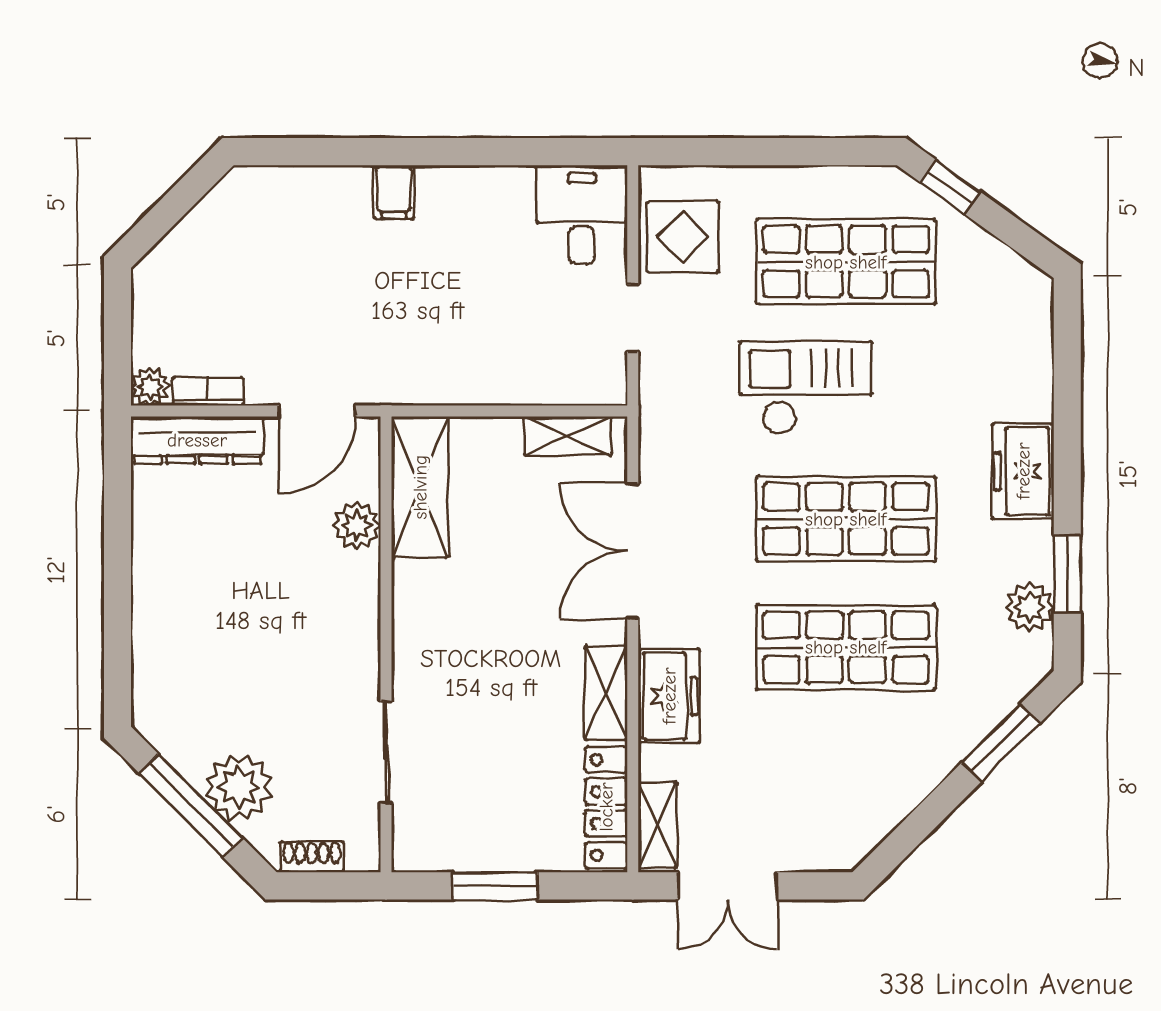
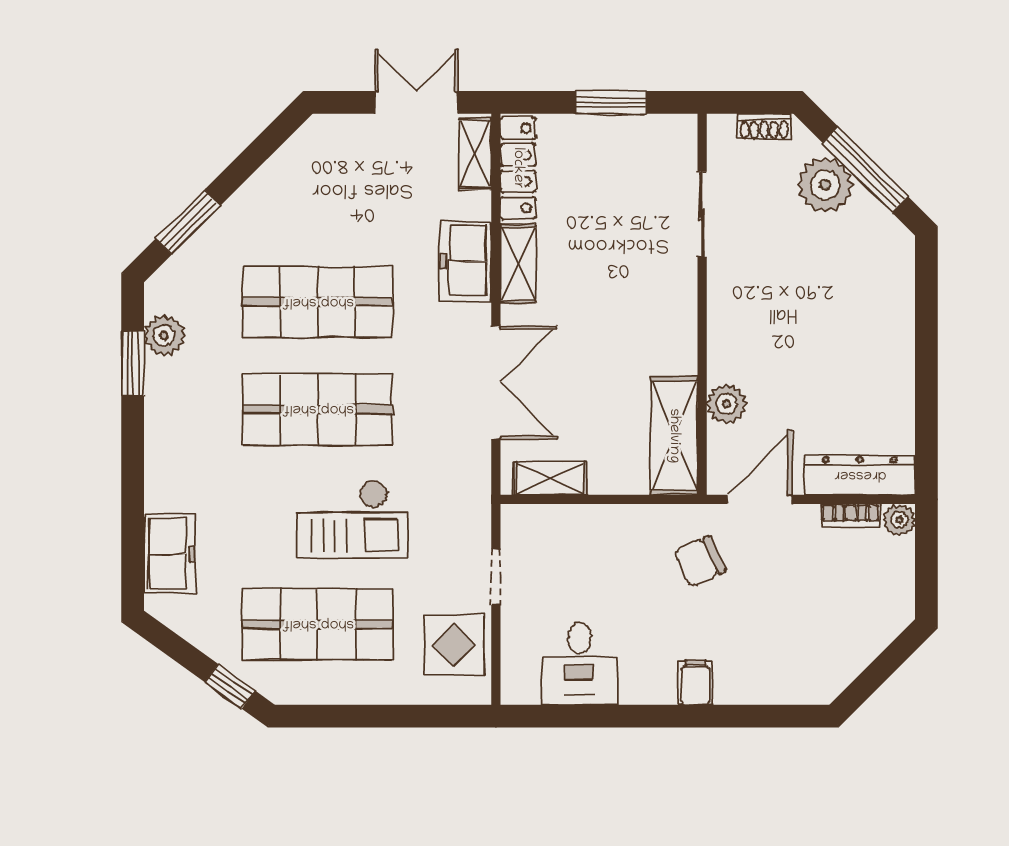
desk: (582, 215) -> (579, 664), moved
chair: (389, 337) -> (700, 561), added
freezer: (1023, 471) -> (170, 554), moved

